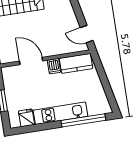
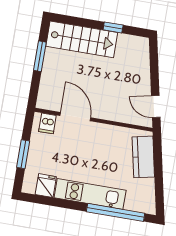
kitchen counter: (76, 63) -> (143, 157), moved, turned 78
dishwasher: (54, 66) -> (47, 123), moved

